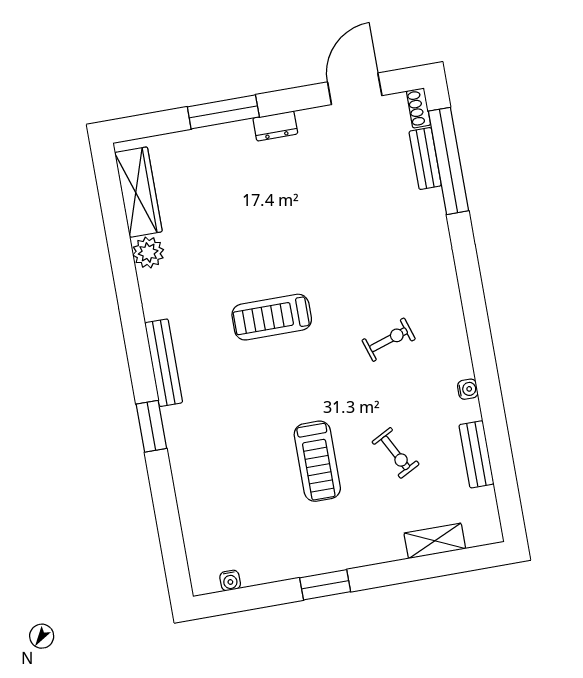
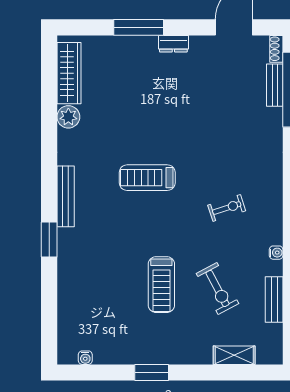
exercise bike: (396, 453) -> (217, 288), width x1.38, depth x1.39

